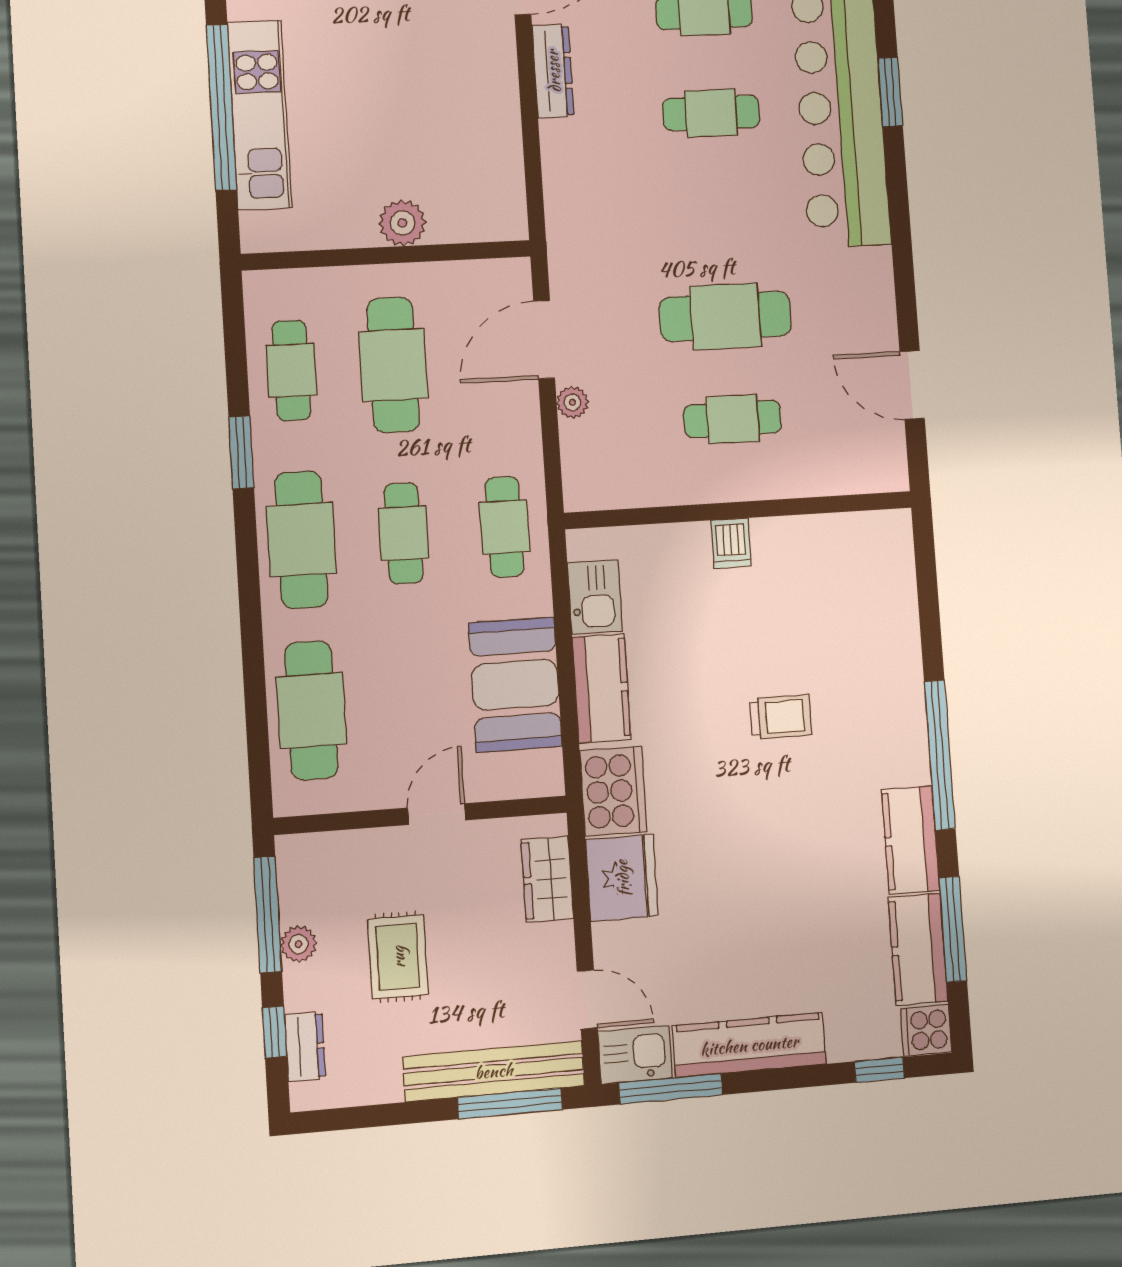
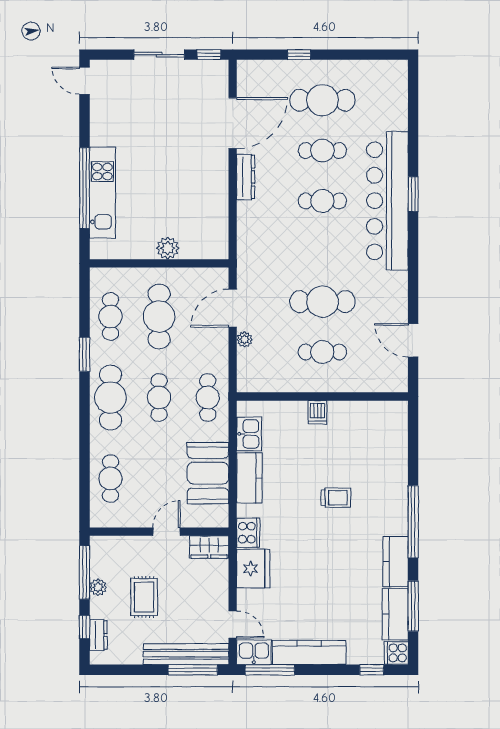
cafe table: (311, 710) -> (110, 479), width x0.73, depth x0.74
cooker: (613, 791) -> (248, 533), width x0.73, depth x0.76
wardrobe: (547, 879) -> (209, 547), moved, turned -90

